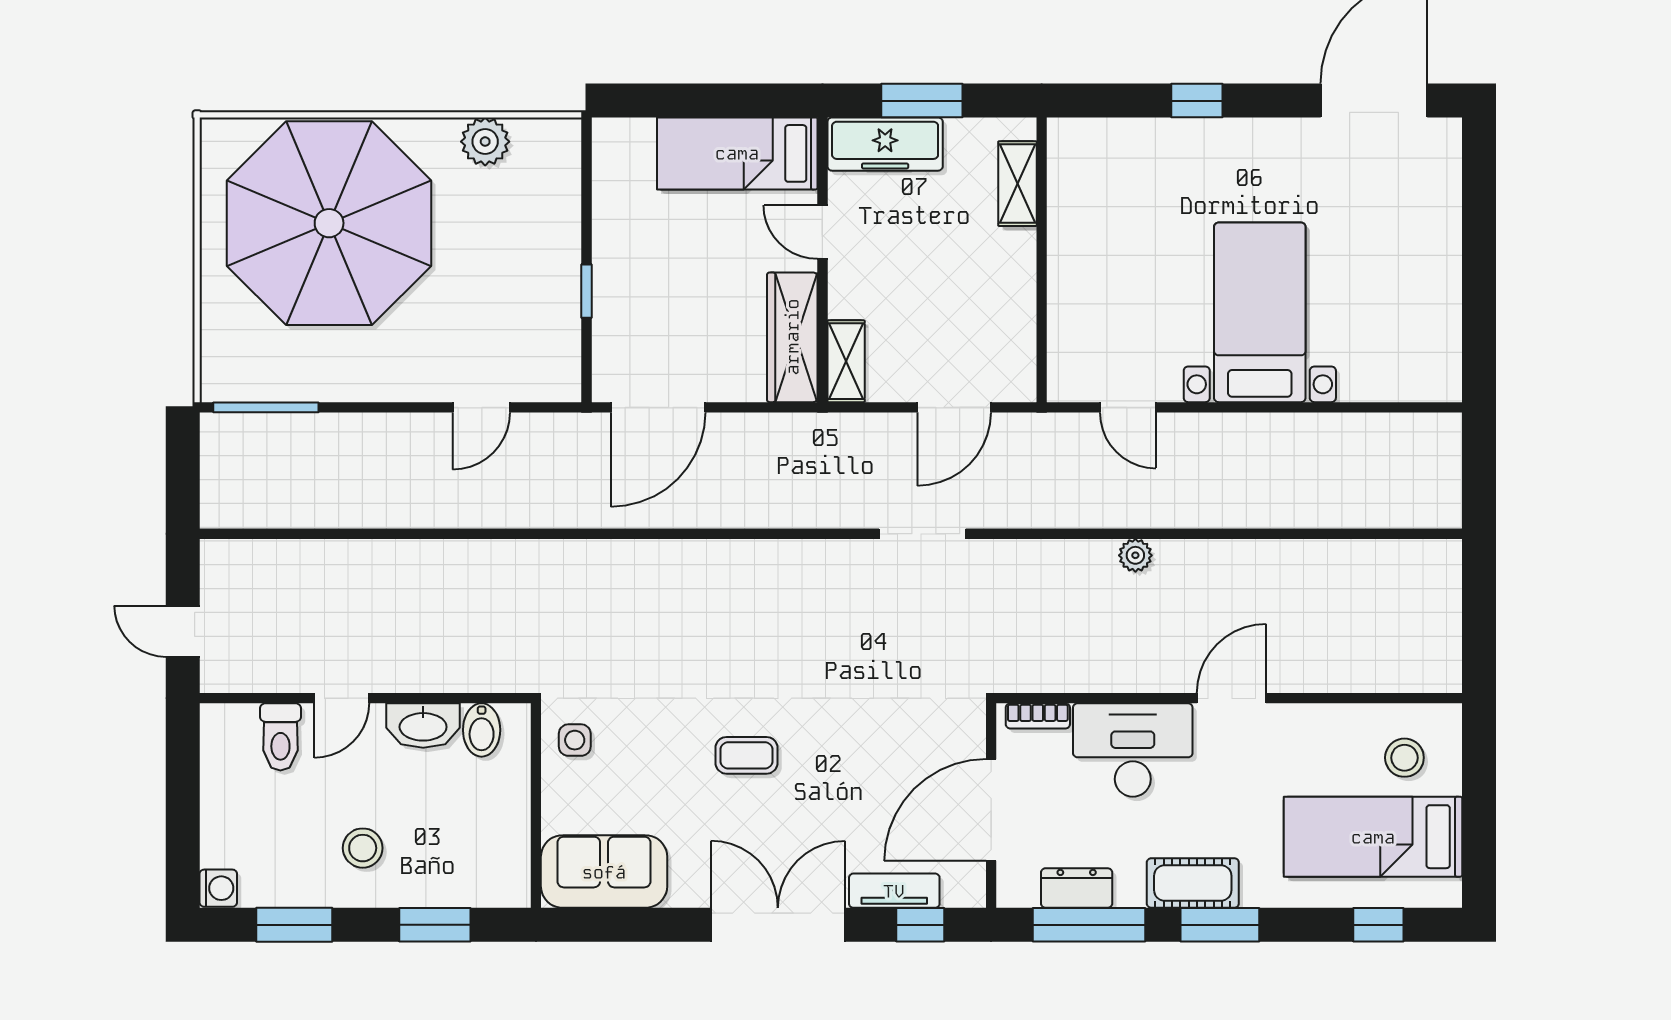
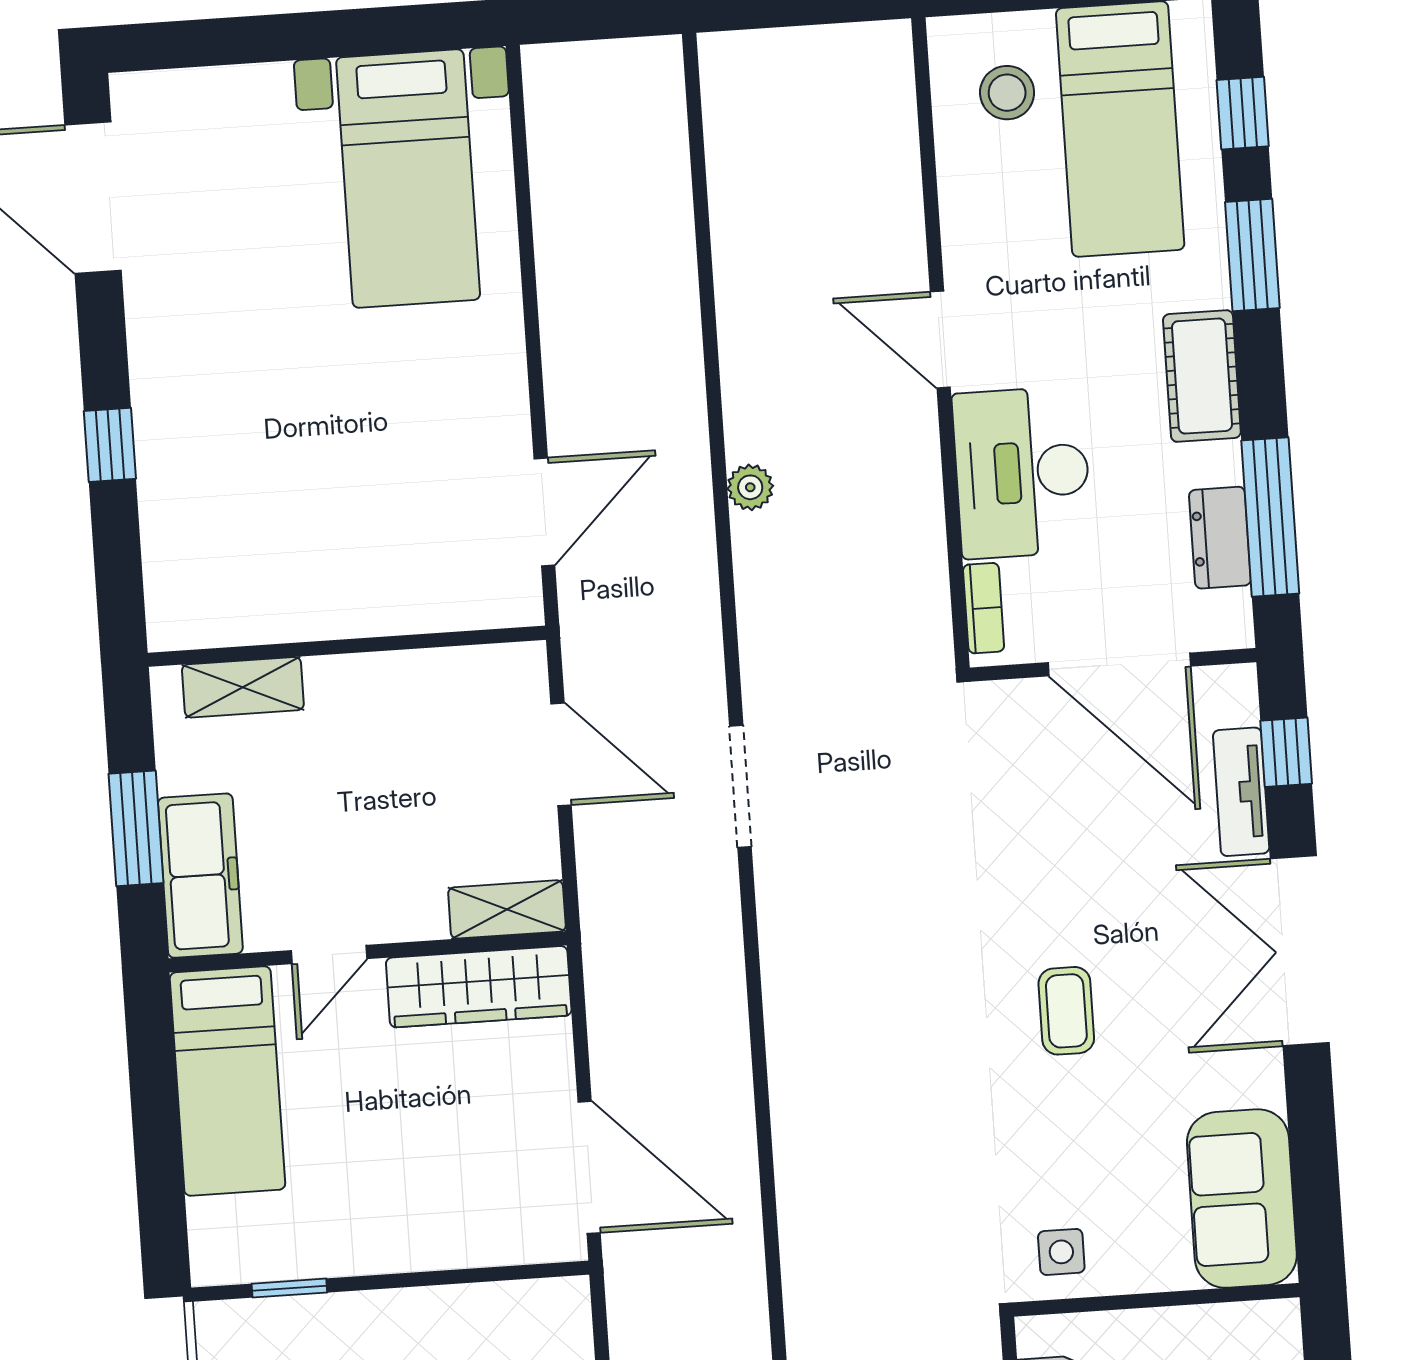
window: (586, 291) -> (289, 1288), moved
bed with nightstands: (1260, 312) -> (408, 179), moved, turned -90
door: (1128, 407) -> (544, 512), width x1.38
window: (1220, 925) -> (1252, 255), moved

